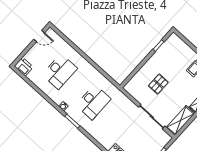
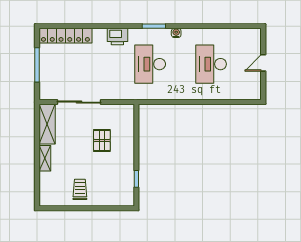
door: (39, 36) -> (263, 63), moved
printer: (24, 67) -> (117, 37), moved

